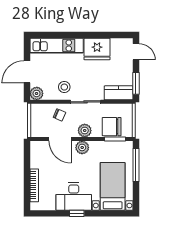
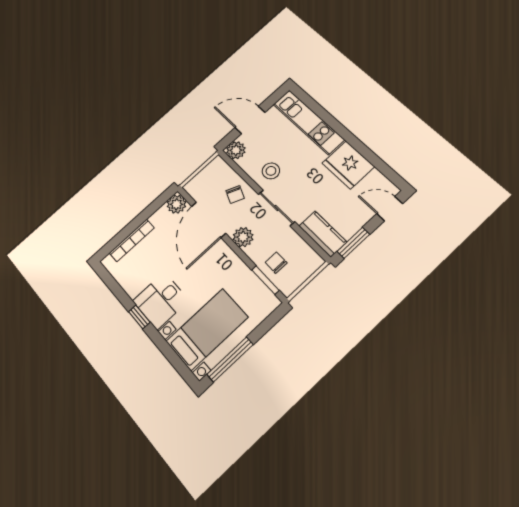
door: (136, 52) -> (390, 209), swing flipped
chair: (112, 127) -> (276, 263), width x0.54, depth x0.54
door: (60, 139) -> (209, 220), width x1.36
plant: (82, 147) -> (176, 204), moved
window: (136, 165) -> (230, 359), moved
desk: (74, 196) -> (161, 301), width x0.73

